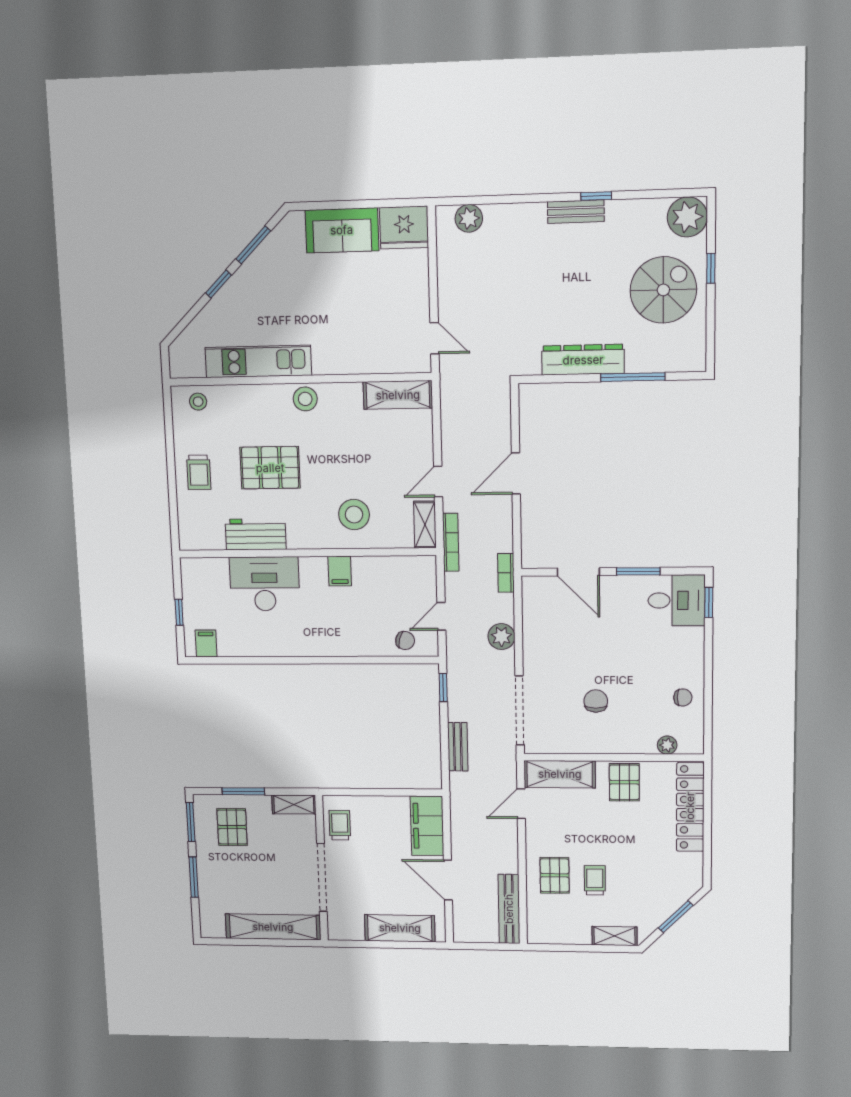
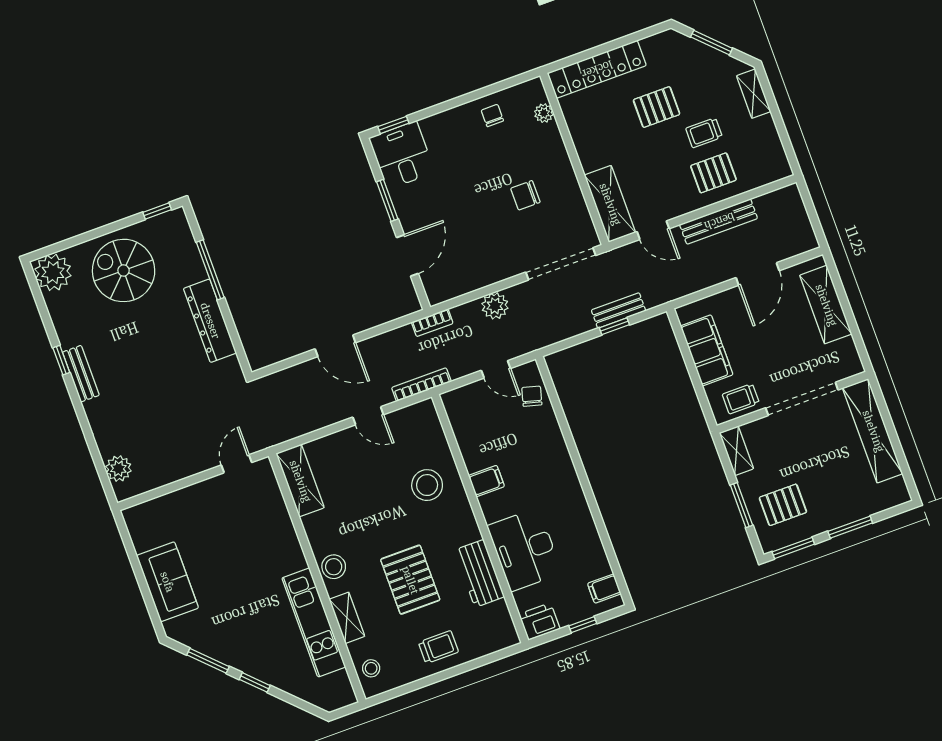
fridge: (404, 228) -> (146, 525), removed
window: (711, 268) -> (157, 211), moved
shelving: (425, 525) -> (347, 618), moved, turned 90
printer: (194, 574) -> (539, 621), added
window: (443, 688) -> (614, 326), moved
pallet: (624, 782) -> (657, 107), moved
filing cabinet: (427, 826) -> (707, 350), moved, turned -90
bench: (509, 909) -> (719, 221), moved

